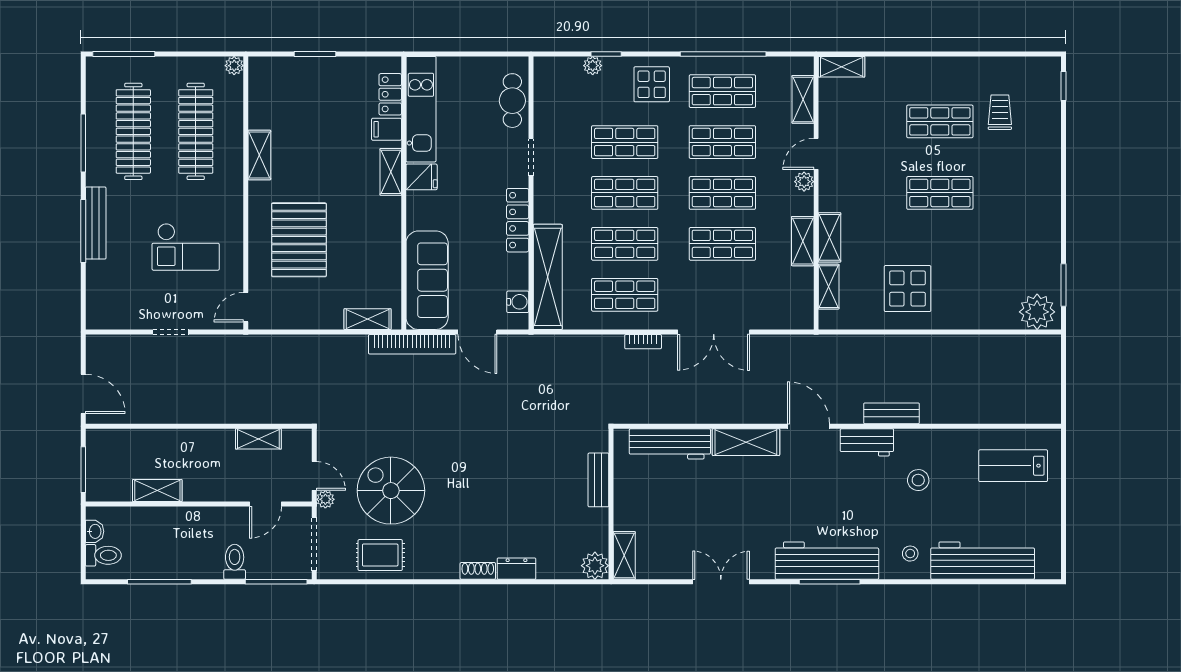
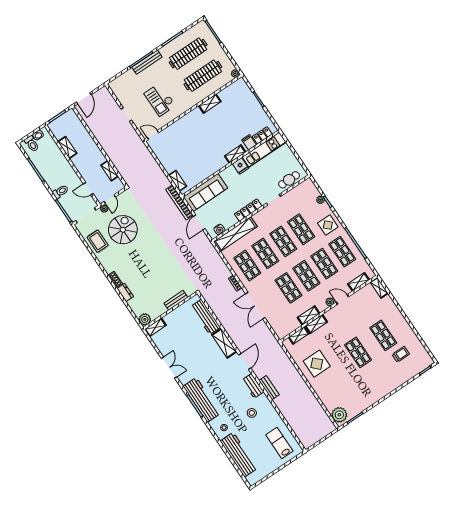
pallet: (299, 240) -> (189, 138), removed

